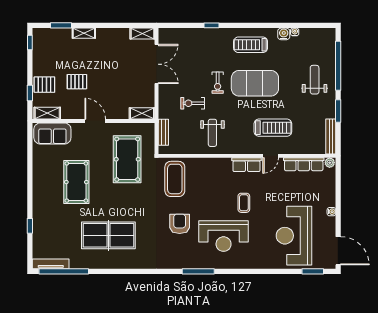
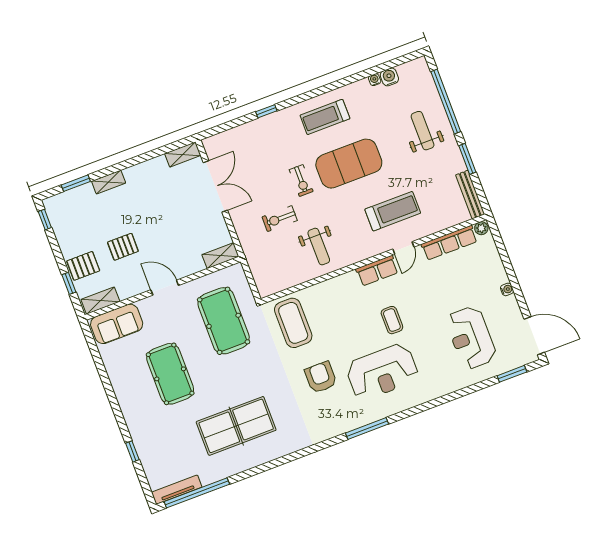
water cooler: (284, 34) -> (389, 77), moved
bench: (163, 132) -> (257, 269), removed
reception desk: (294, 236) -> (471, 338), width x0.74, depth x0.77

